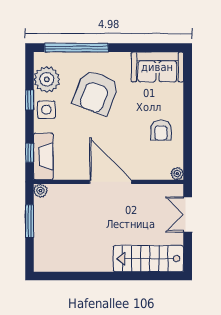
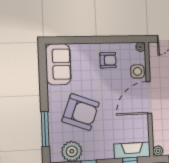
window: (76, 48) -> (45, 129), width x0.68
side table: (46, 110) -> (138, 71), moved

